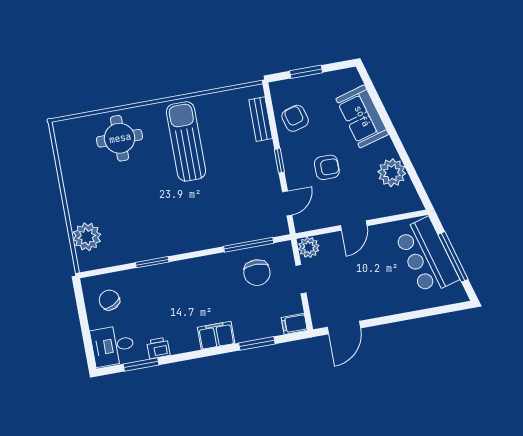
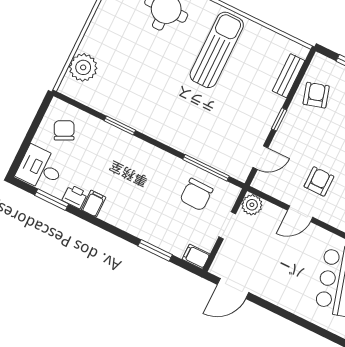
armchair: (327, 167) -> (319, 181), moved, turned -90
filing cabinet: (216, 335) -> (94, 204), moved, width x0.50

